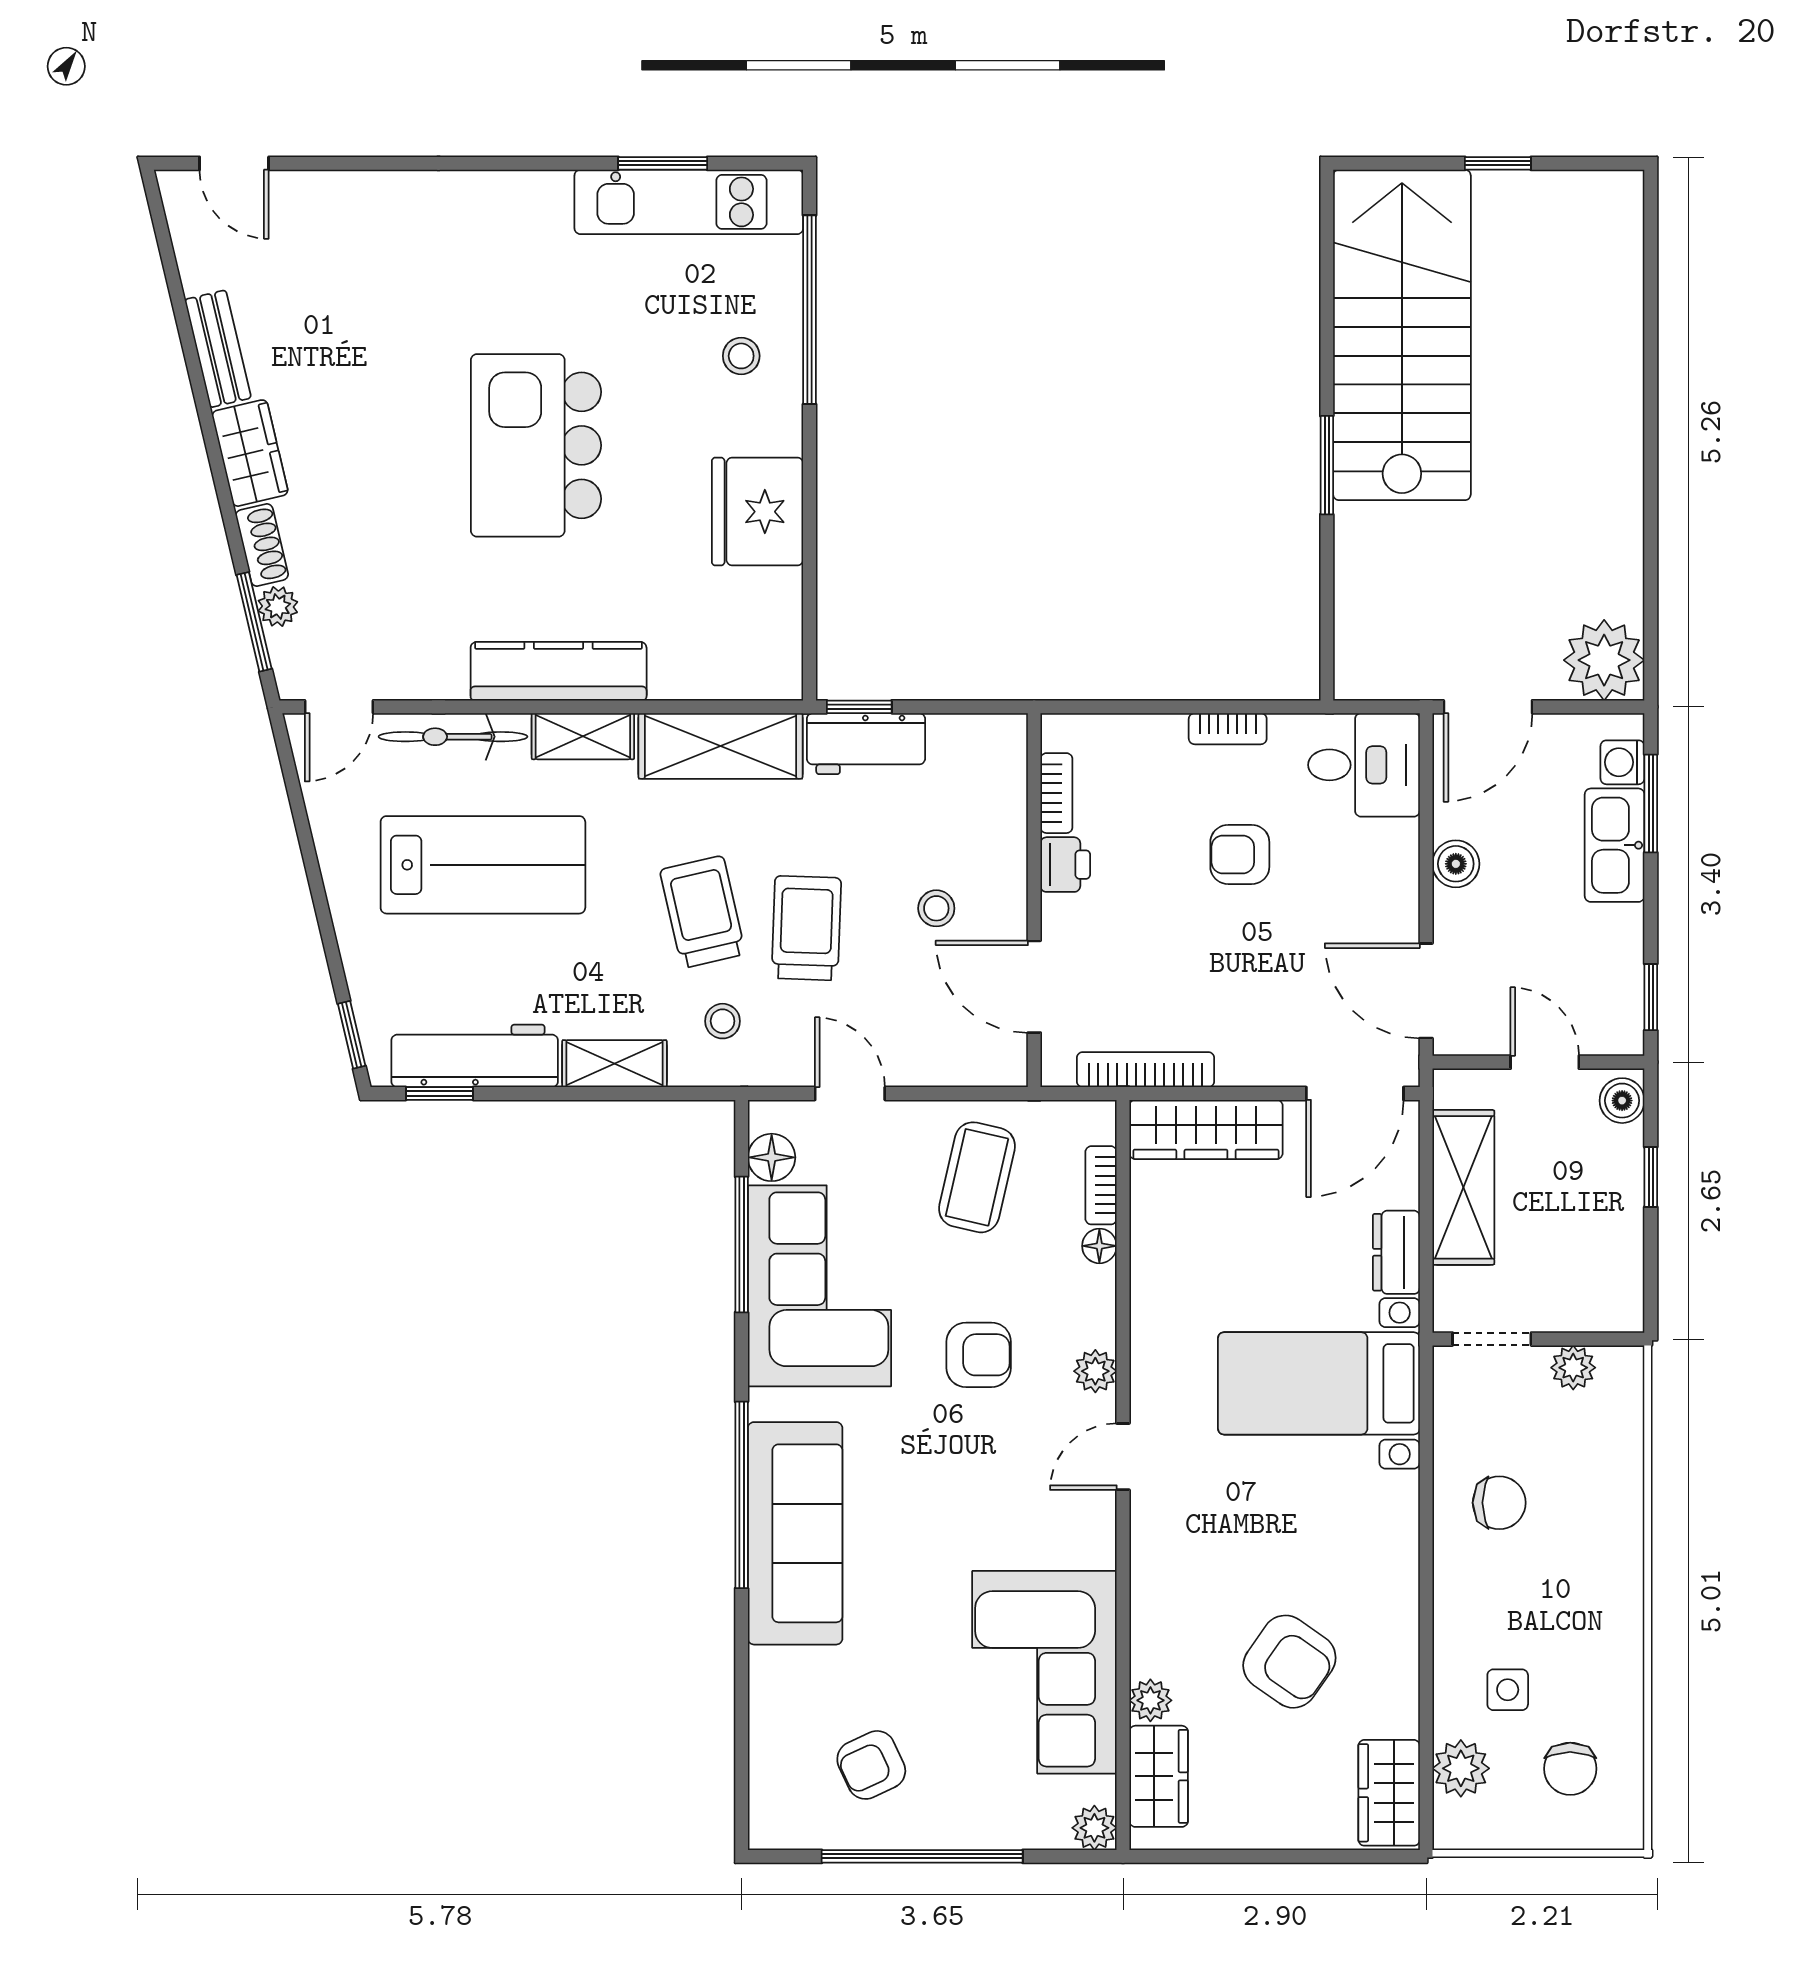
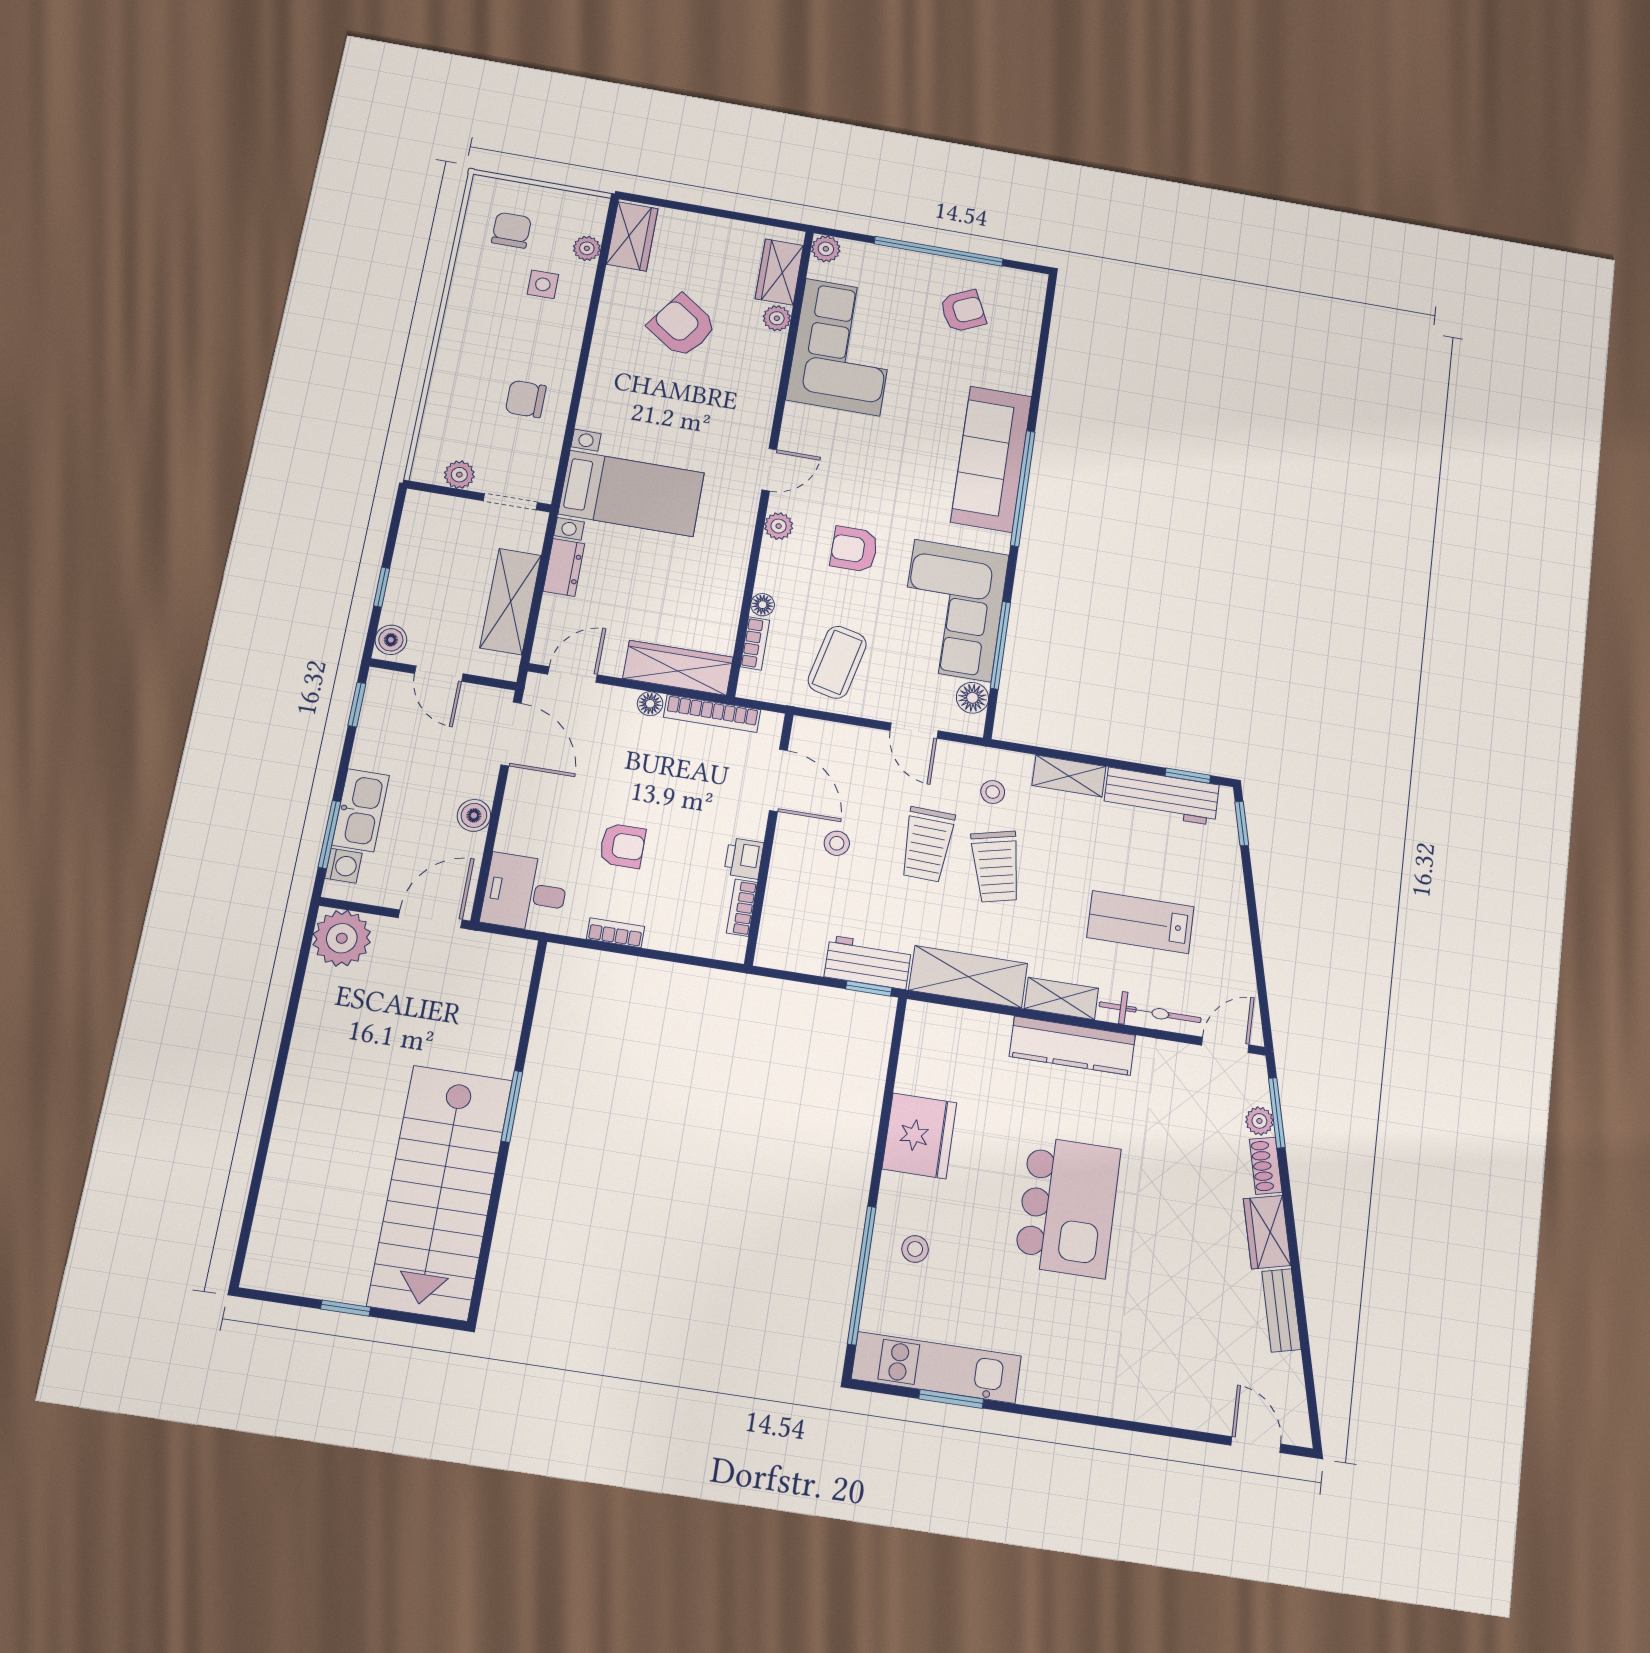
lab bench: (483, 865) -> (1140, 922), width x0.73, depth x0.72
floor lamp: (1237, 1069) -> (650, 704), added
door: (1355, 1093) -> (573, 674), width x0.73
plant: (1461, 1768) -> (587, 248), width x0.73, depth x0.73

